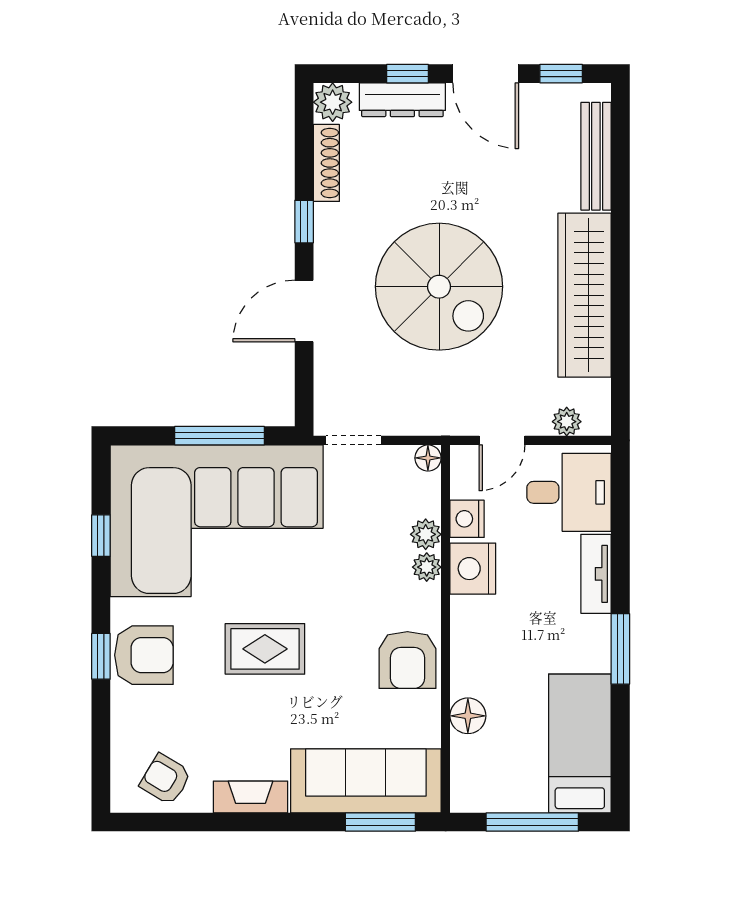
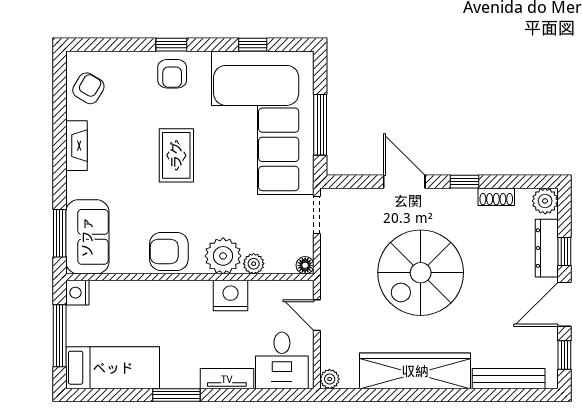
shoe rack: (326, 163) -> (496, 197), width x0.70
plant: (567, 422) -> (330, 379), moved
nightstand: (467, 519) -> (77, 293), moved, turned -90
plant: (427, 567) -> (223, 256), width x1.87, depth x1.87
armchair: (144, 655) -> (172, 74), width x0.72, depth x0.72
floor lamp: (468, 716) -> (131, 292), removed
sofa: (366, 781) -> (87, 237), width x0.73

